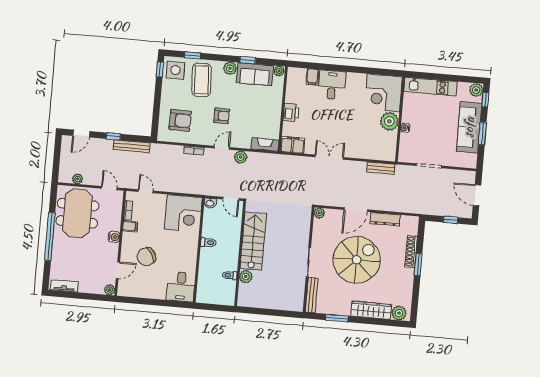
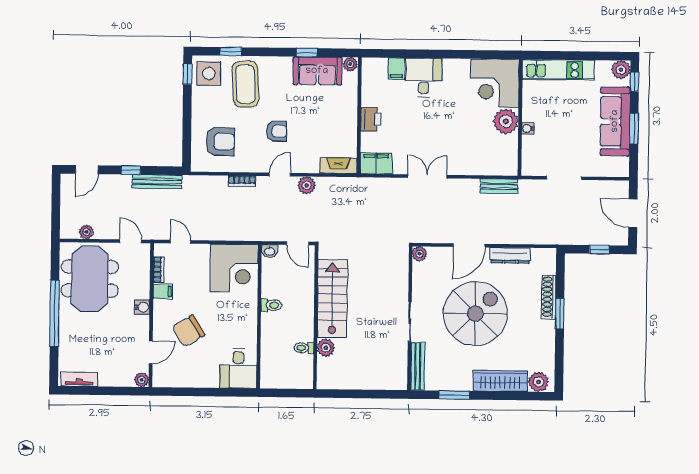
plant: (230, 68) -> (283, 65), removed

